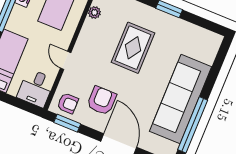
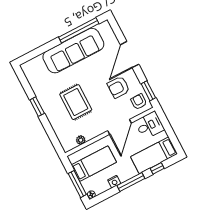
rug: (133, 48) -> (76, 102), turned 90
door: (66, 60) -> (120, 127), width x1.87

